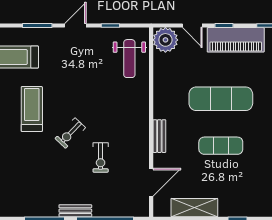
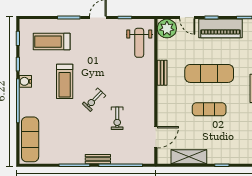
treadmill: (32, 109) -> (65, 81), turned 180
bench: (159, 136) -> (162, 73), moved

